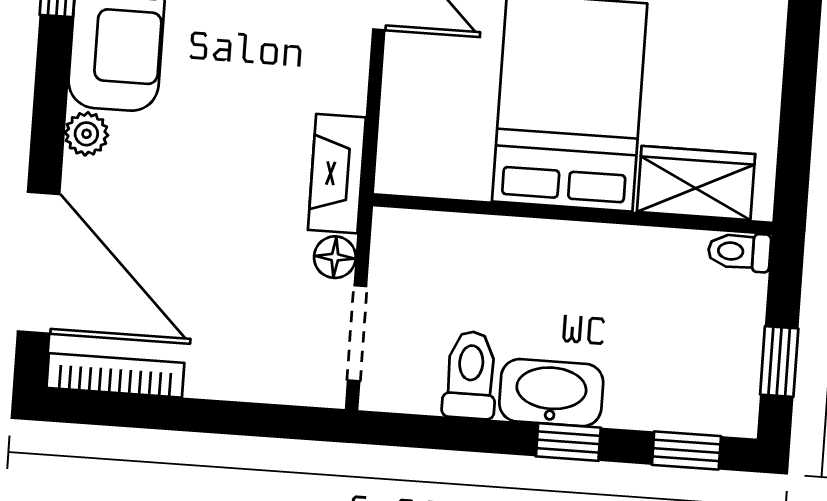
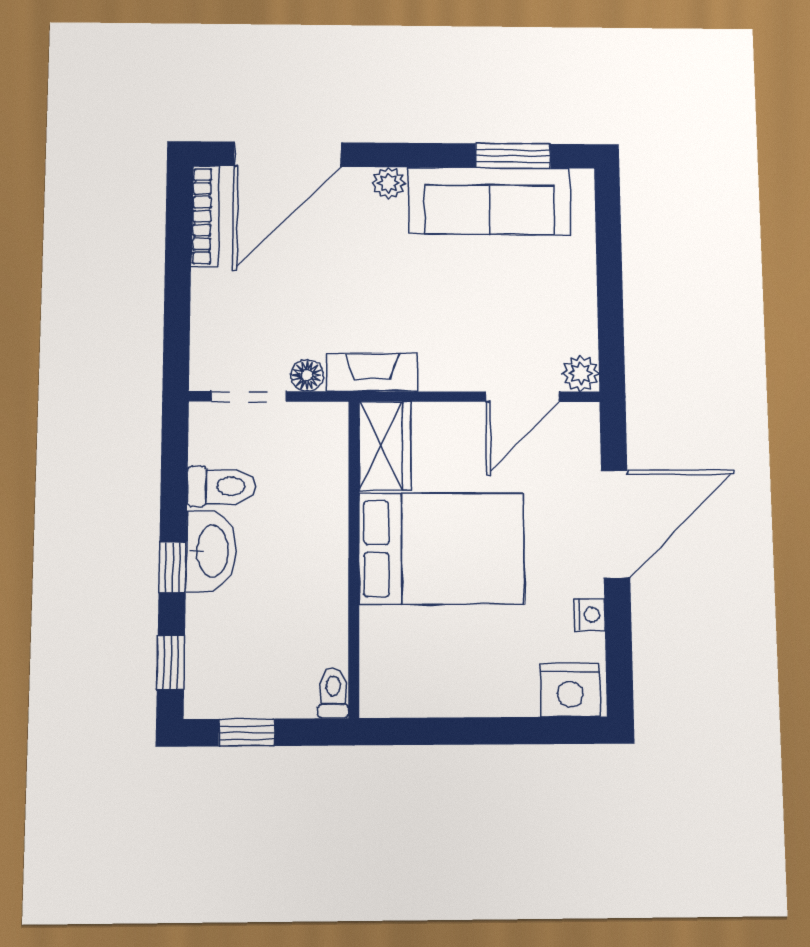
wardrobe: (696, 183) -> (385, 446), moved

